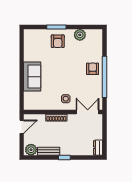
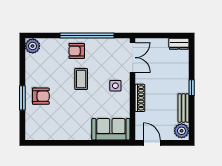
plant: (80, 35) -> (33, 46), moved
coffee table: (71, 72) -> (81, 79), added
sofa: (32, 77) -> (111, 129), moved
double door: (88, 112) -> (133, 58), swing flipped

